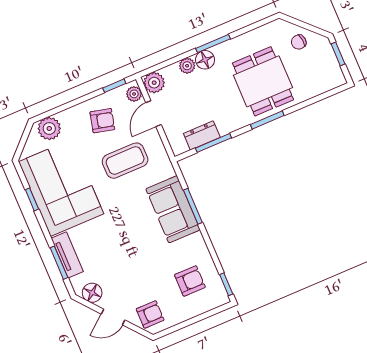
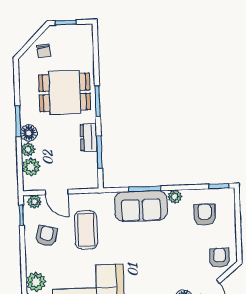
plant: (154, 83) -> (31, 167), moved
dresser: (202, 135) -> (89, 138), moved
plant: (197, 242) -> (175, 197), added

